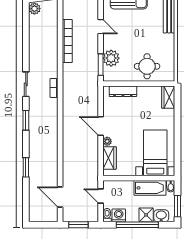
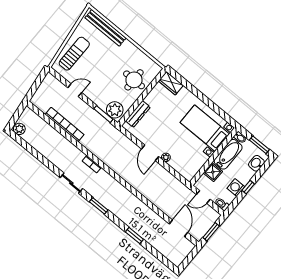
plant: (111, 58) -> (115, 110), moved
door: (101, 126) -> (150, 153), hinge flipped
wardrobe: (109, 158) -> (180, 166), removed
door: (60, 197) -> (179, 228), swing flipped
washing machine: (119, 215) -> (236, 188), moved
shower: (146, 215) -> (213, 172), moved
window: (137, 225) -> (248, 187), width x0.32

